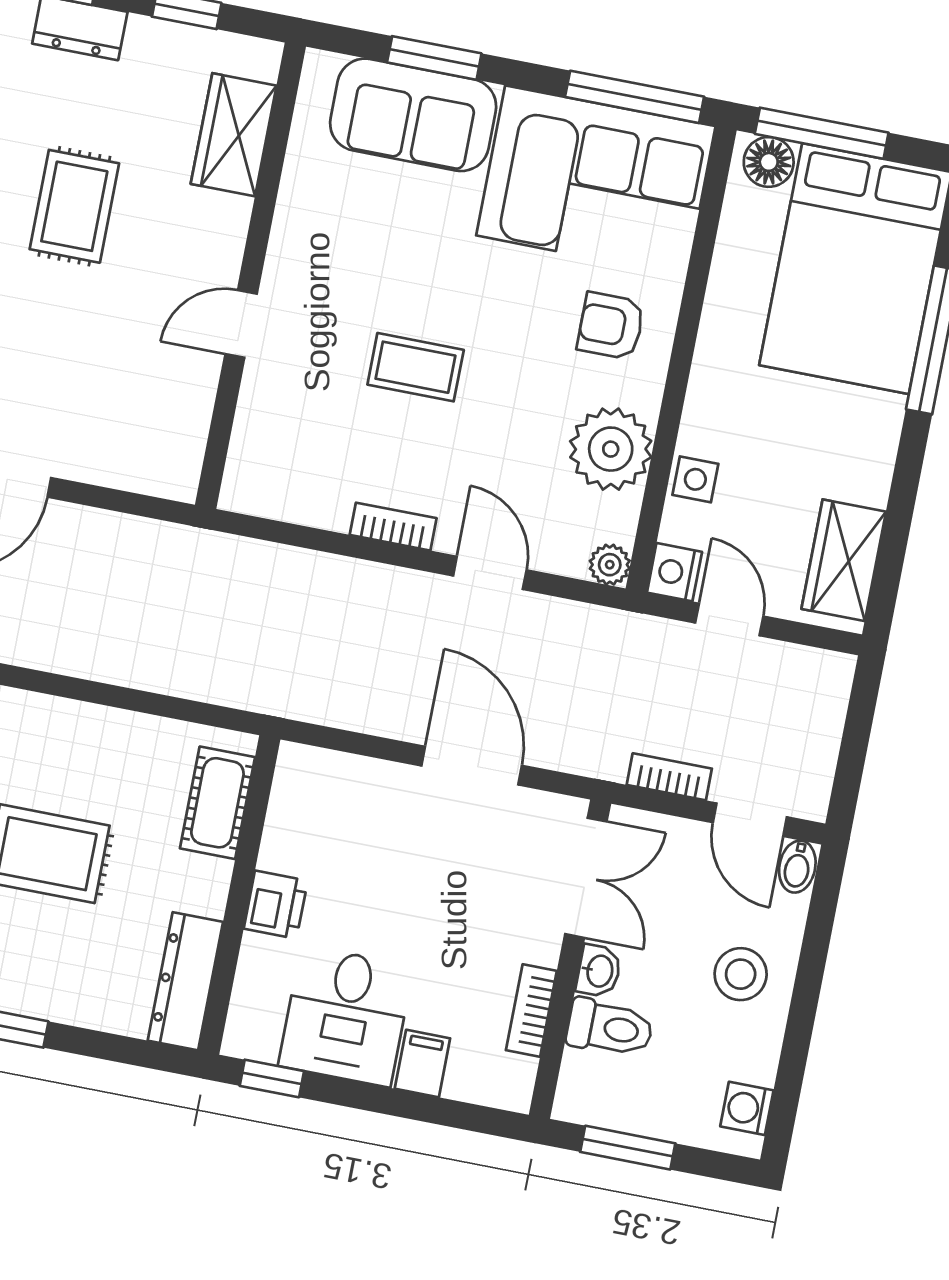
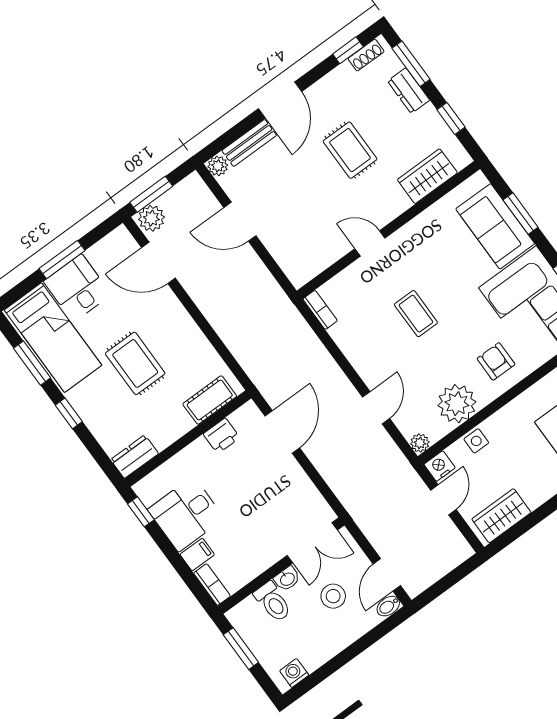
rug: (74, 206) -> (350, 150), turned 90
bookcase: (393, 527) -> (320, 310), moved
door: (472, 766) -> (282, 432), moved
bookcase: (669, 777) -> (373, 535), removed
printer: (276, 905) -> (222, 436), moved
stool: (741, 974) -> (333, 596), moved
dresser: (185, 981) -> (135, 457), width x0.70
bookcase: (531, 1011) -> (212, 585), moved, turned 90

